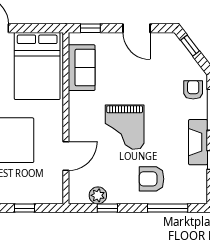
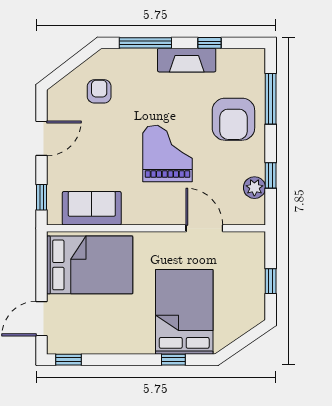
window: (190, 46) -> (64, 70), removed
armchair: (193, 90) -> (99, 91), moved, turned 90
grand piano: (125, 127) -> (168, 154), turned -90
armchair: (152, 179) -> (233, 119), width x1.36, depth x1.36

